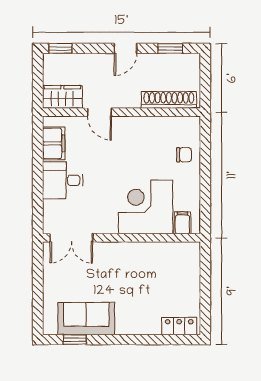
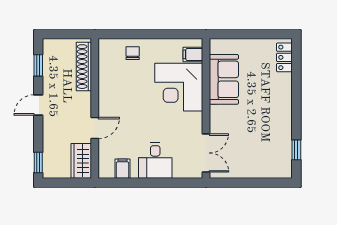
door: (125, 48) -> (38, 105), swing flipped
filing cabinet: (54, 143) -> (122, 169), width x0.50
sofa: (86, 319) -> (224, 79), moved, turned 180

